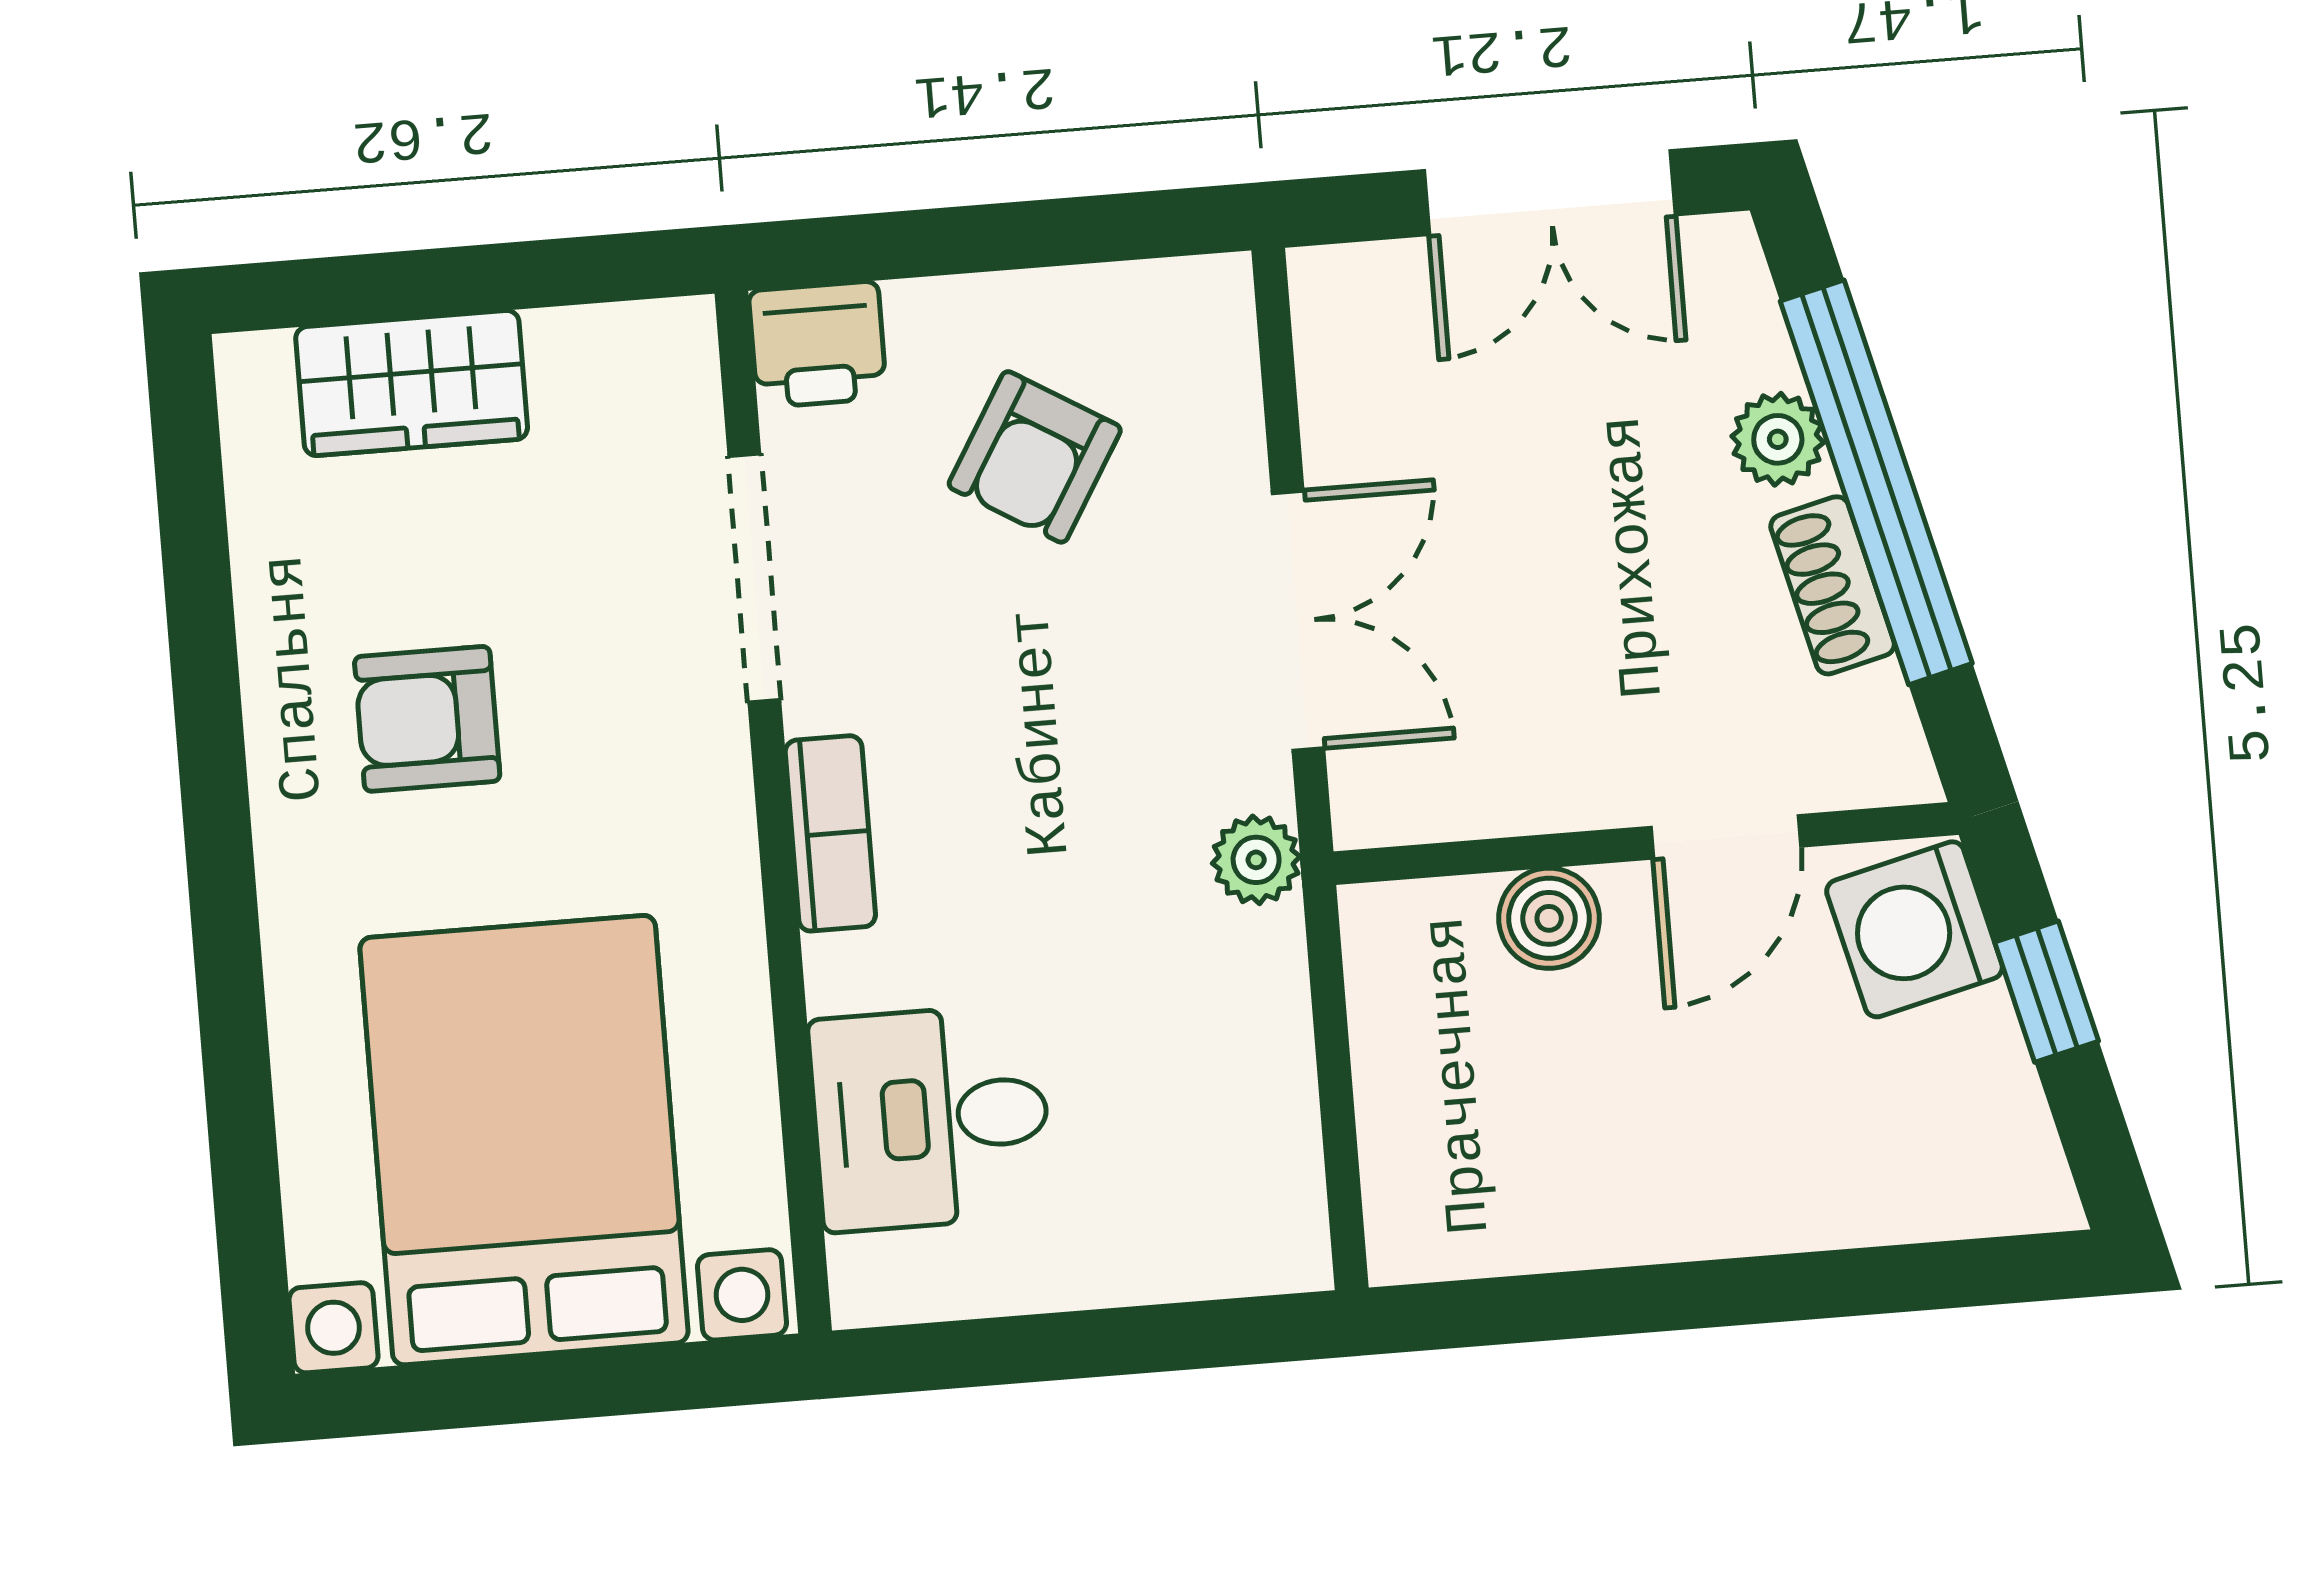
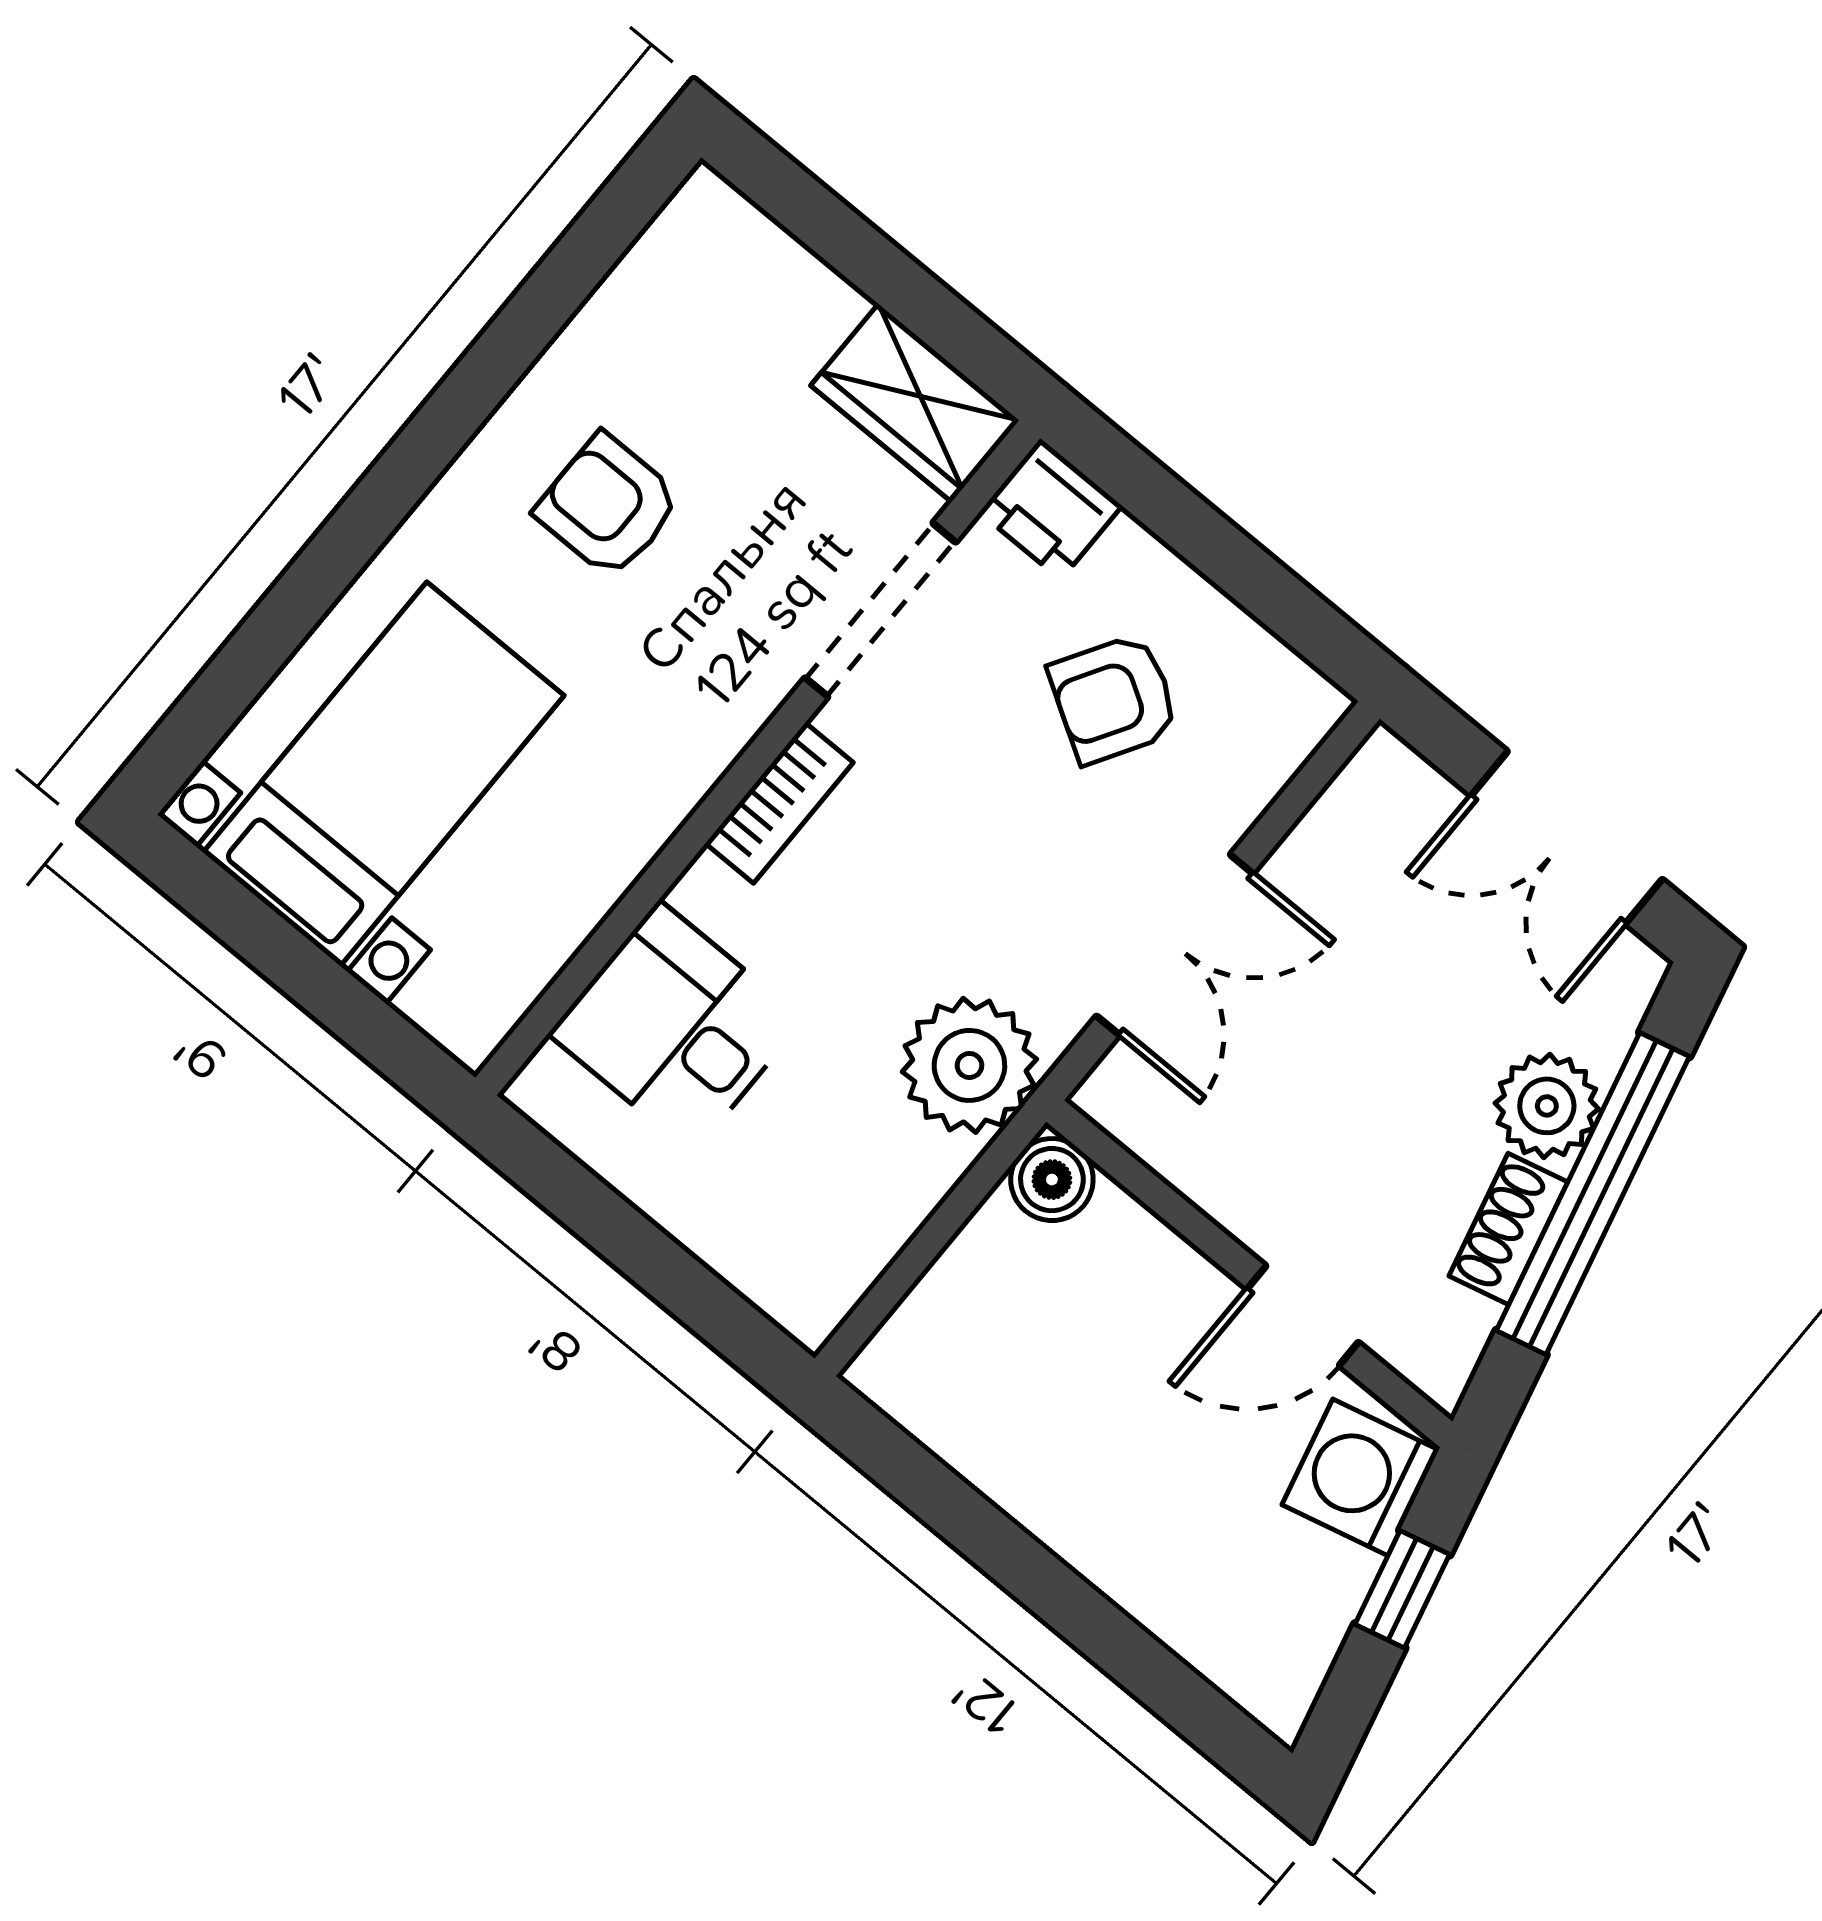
wardrobe: (412, 383) -> (915, 403), moved
plant: (1778, 439) -> (1547, 1106), width x1.38, depth x1.38
plant: (1256, 860) -> (969, 1065), width x1.88, depth x1.88
boiler: (1549, 918) -> (1052, 1180), moved
bed with nightstands: (524, 1140) -> (383, 774), width x0.73

